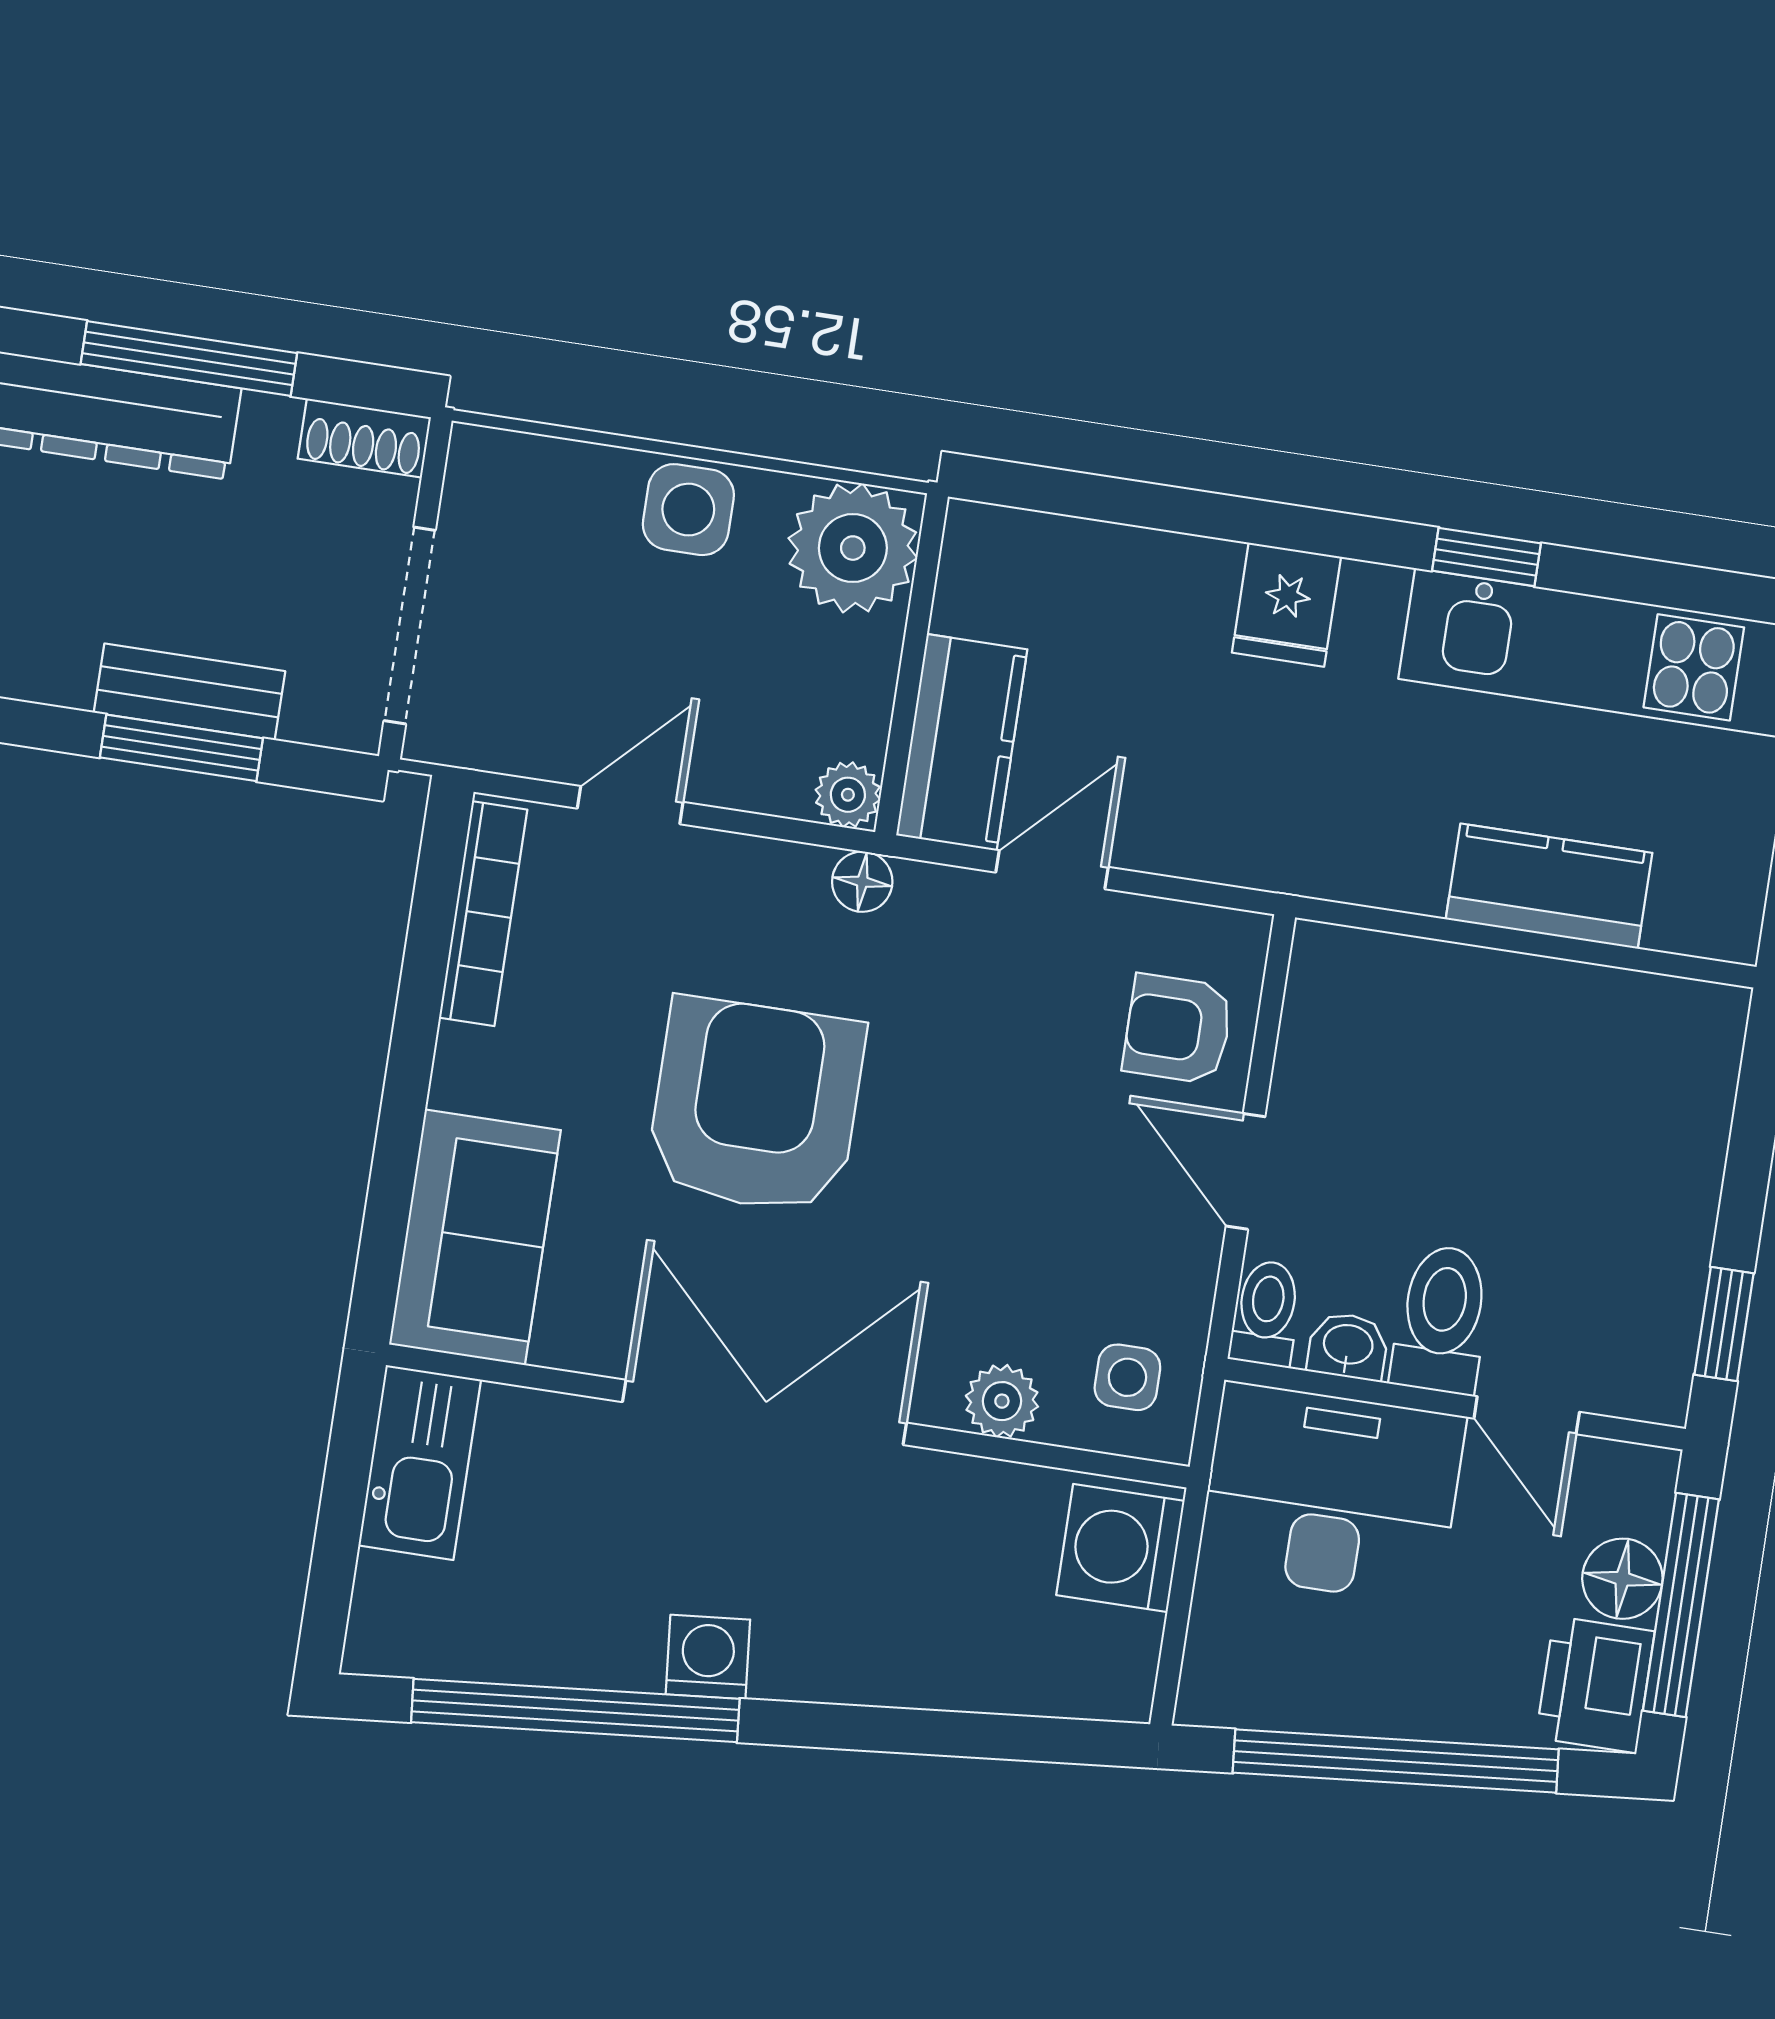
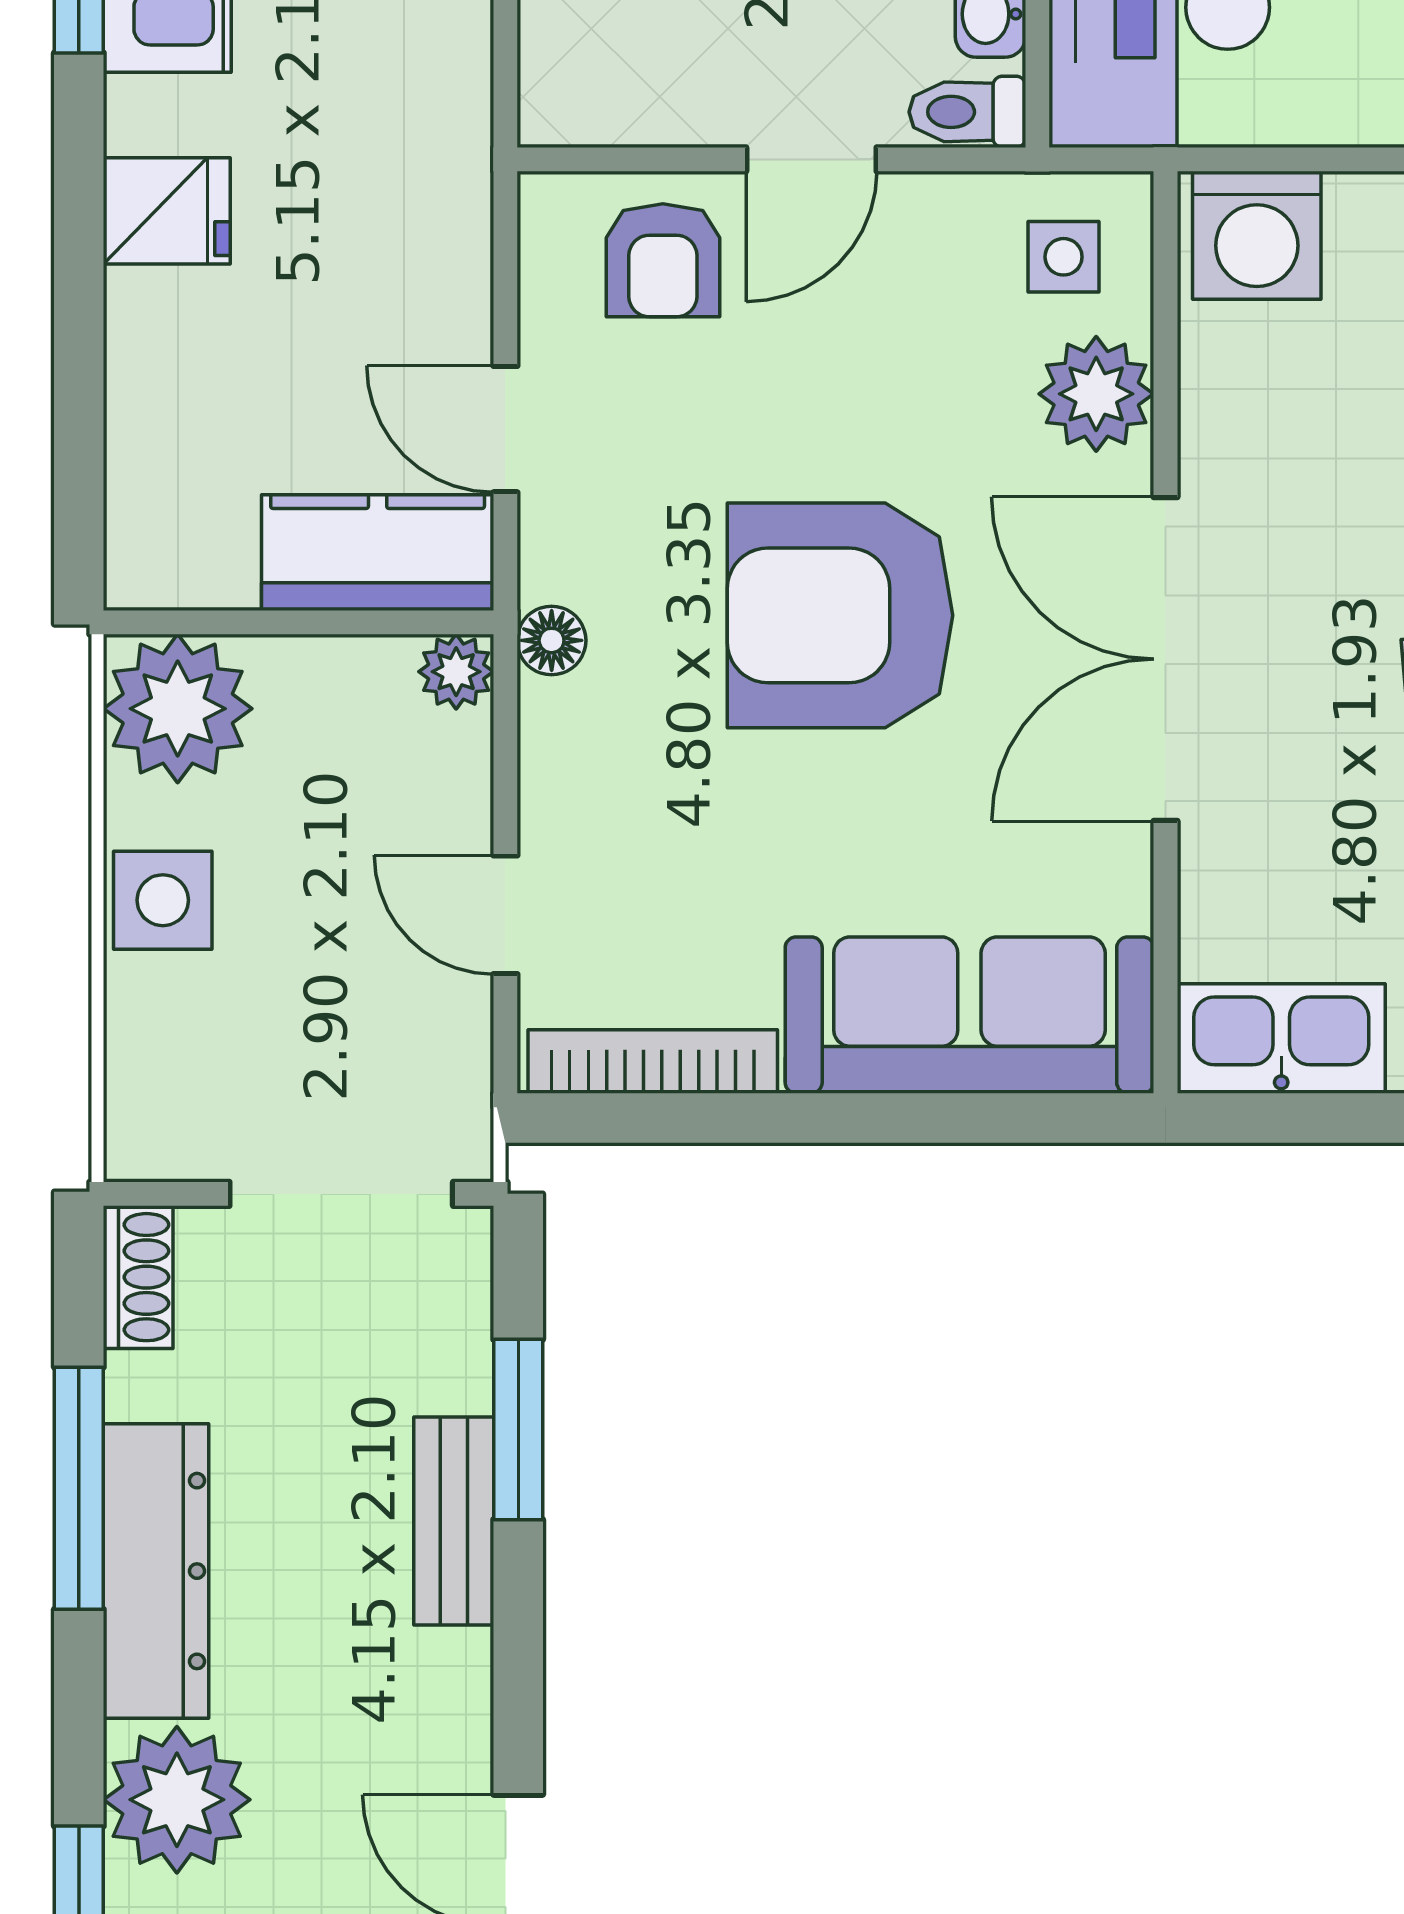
bench: (190, 692) -> (454, 1521), moved
armchair: (756, 1105) -> (840, 615), moved
sofa: (475, 1237) -> (969, 1015), width x1.36
plant: (1002, 1401) -> (1096, 394), width x1.38, depth x1.38

